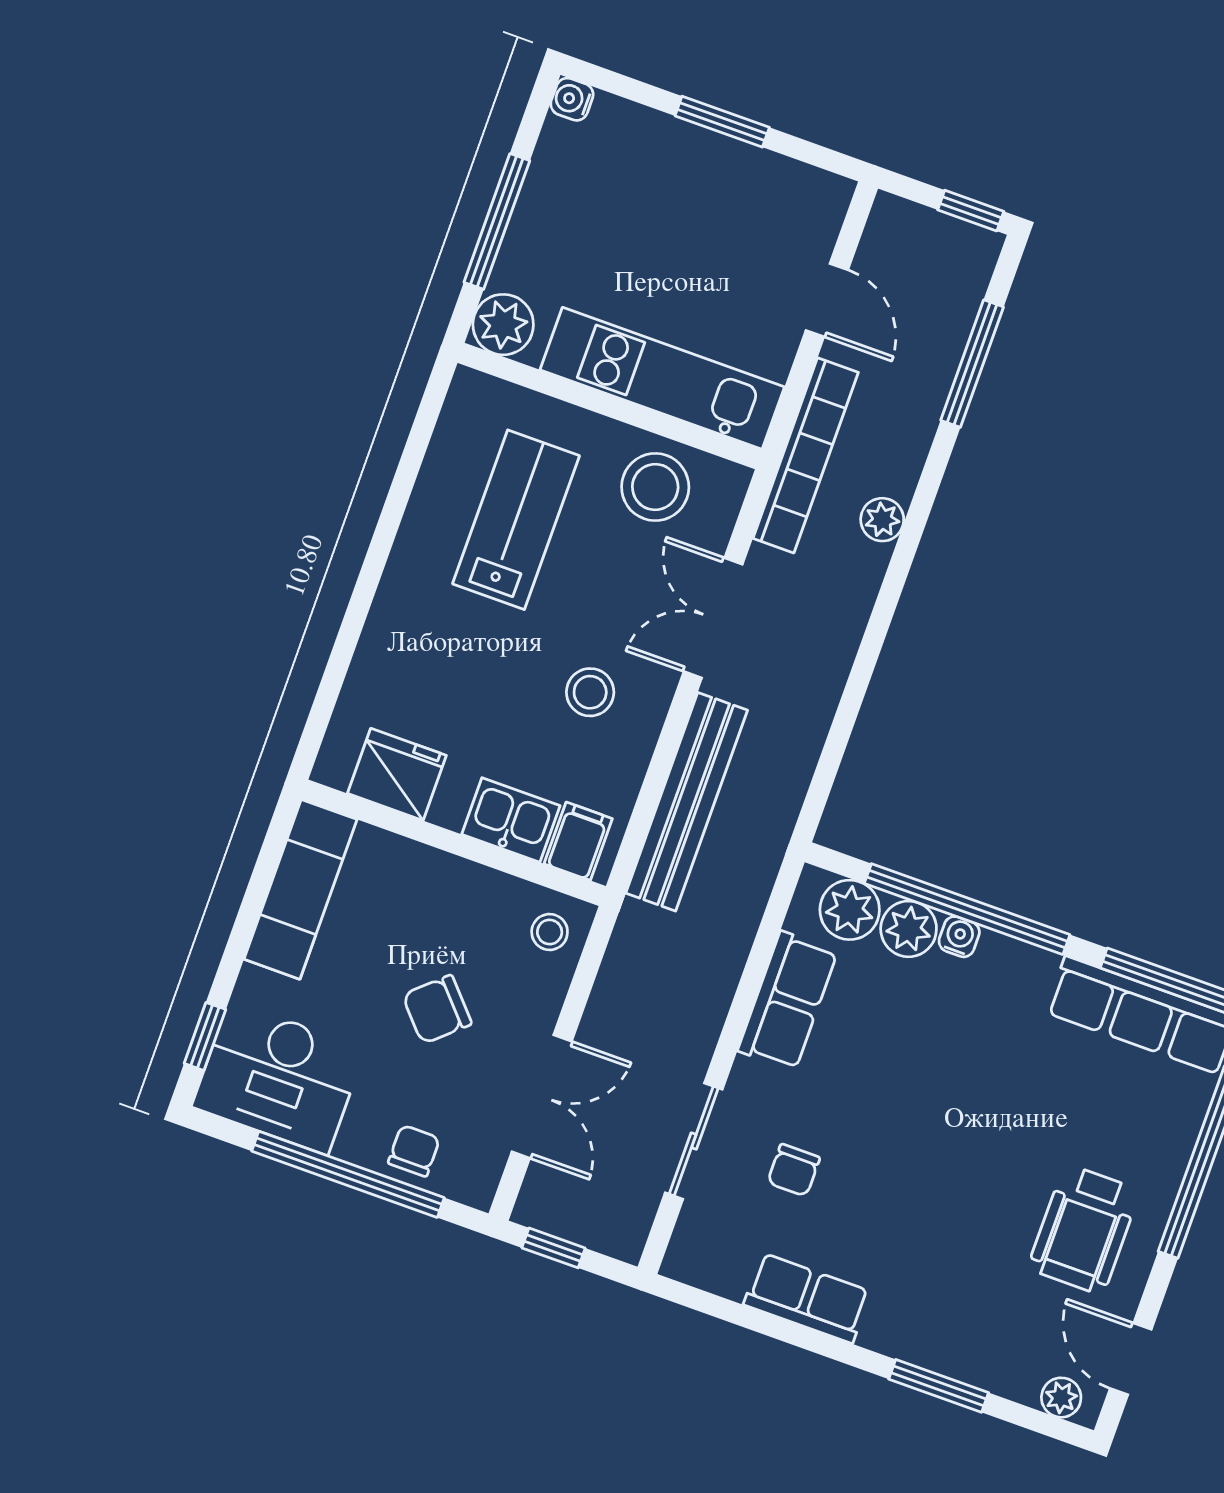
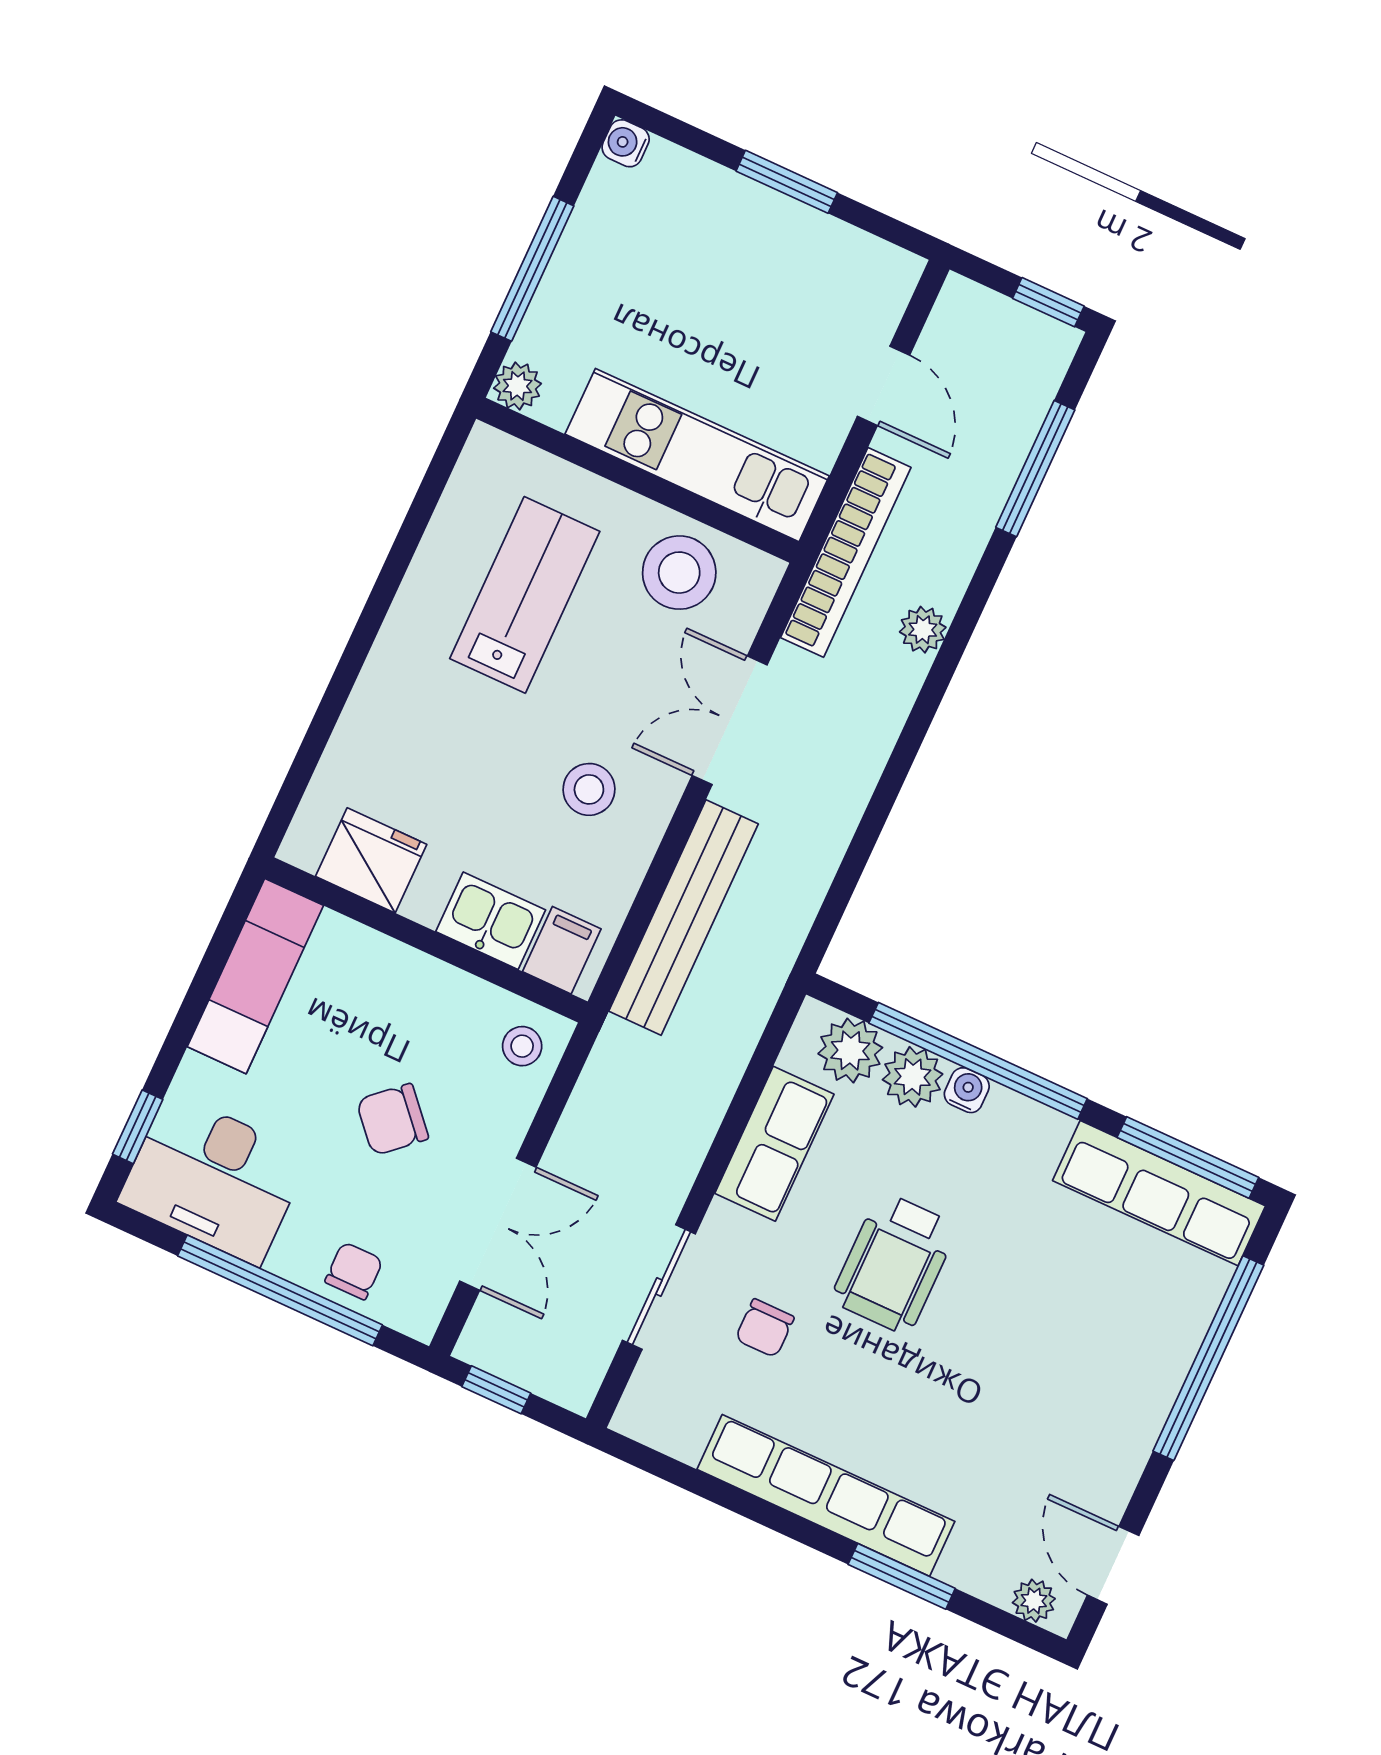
plant: (503, 325) -> (518, 386), width x0.73, depth x0.73
wheelchair: (1084, 1229) -> (894, 1263), moved
row of seats: (807, 1298) -> (826, 1495), width x2.02

